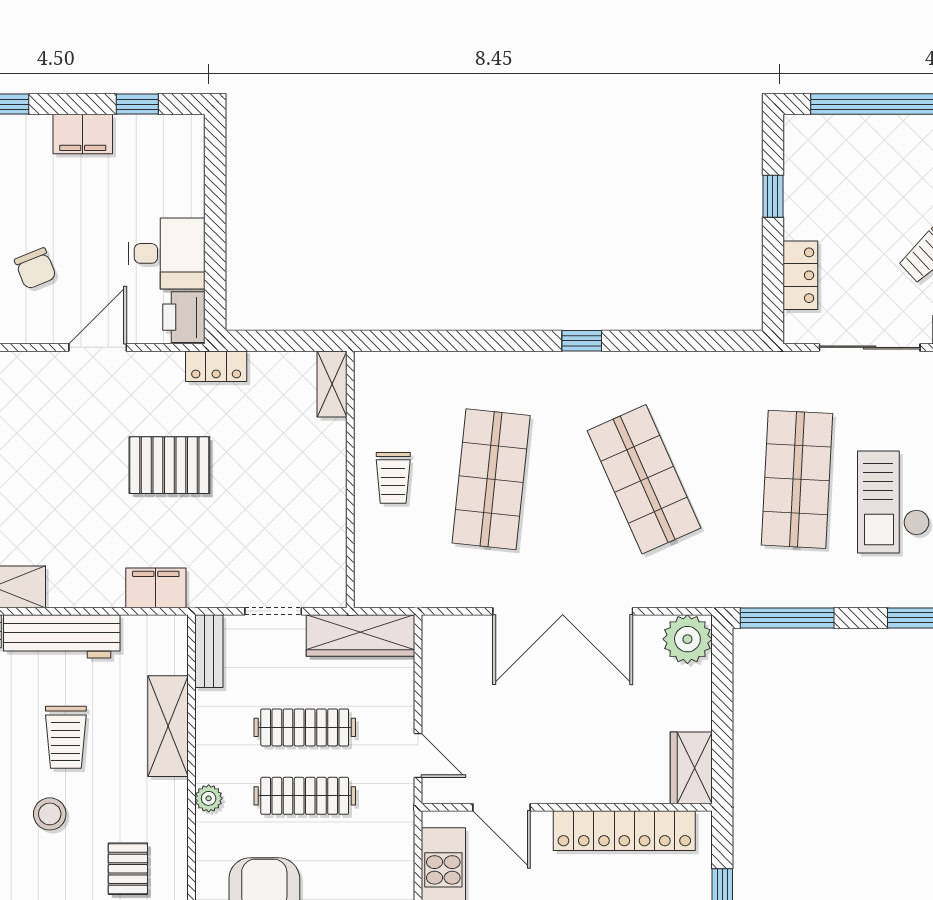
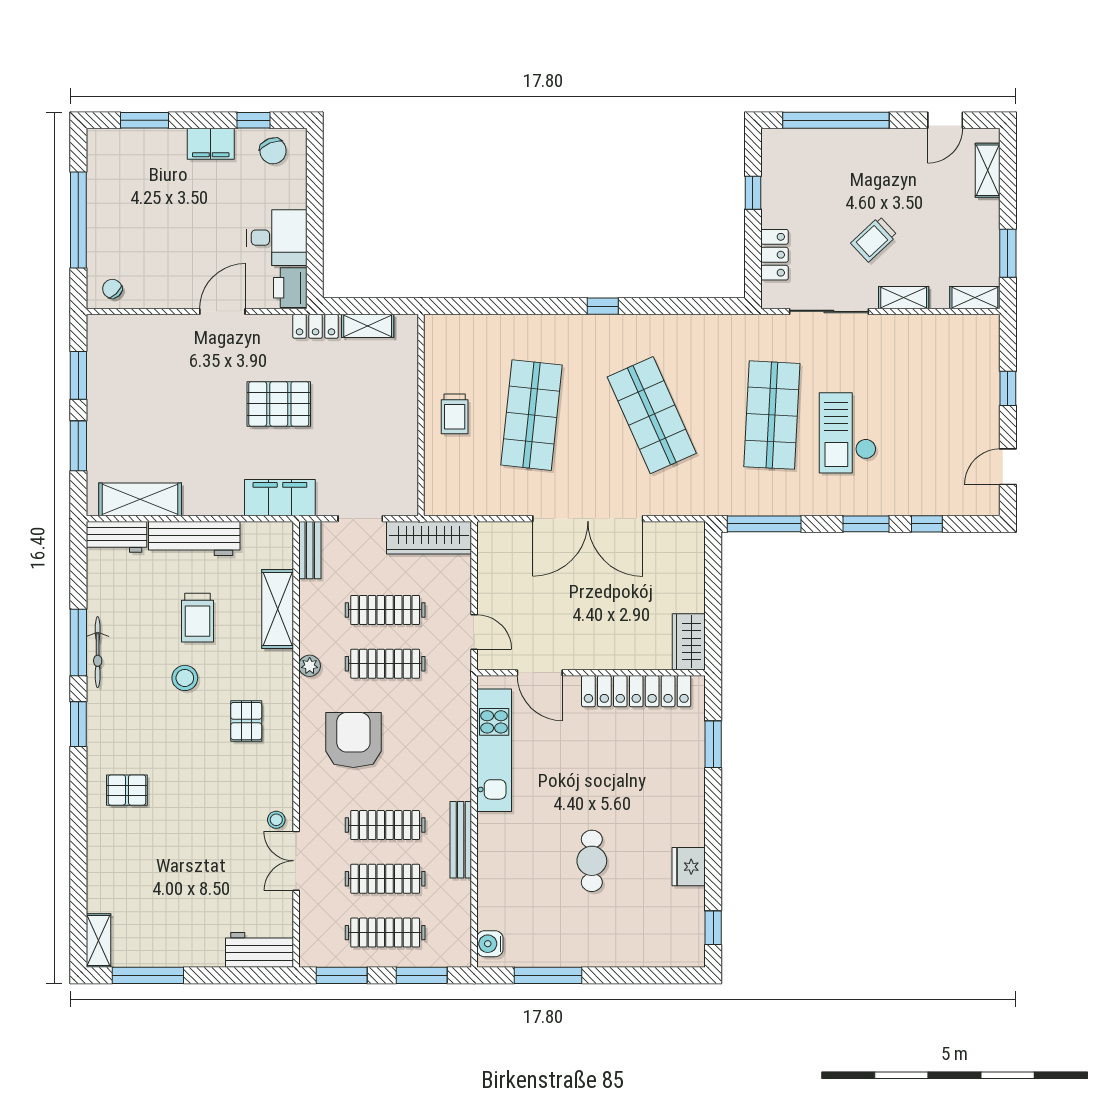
chair: (35, 268) -> (273, 151), moved
shelving: (332, 384) -> (368, 326), moved, turned 90
filing cabinet: (156, 588) -> (280, 498), width x1.50, depth x1.17
plant: (687, 639) -> (686, 541), removed

